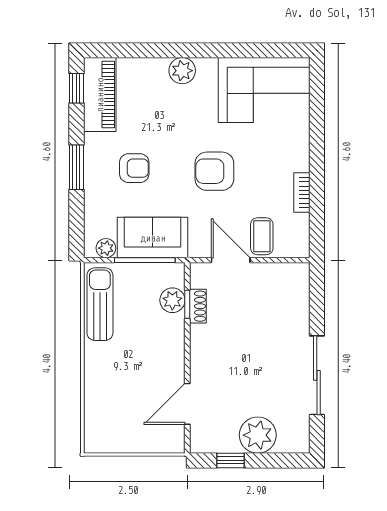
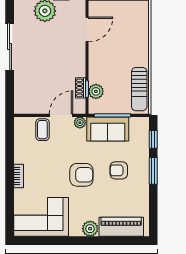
window: (76, 88) -> (153, 139), moved
piano: (100, 95) -> (121, 227), moved, turned 90
armchair: (214, 171) -> (81, 175), moved
bookcase: (302, 193) -> (19, 176), moved
plant: (106, 248) -> (80, 123), moved
door: (231, 260) -> (61, 115), swing flipped

